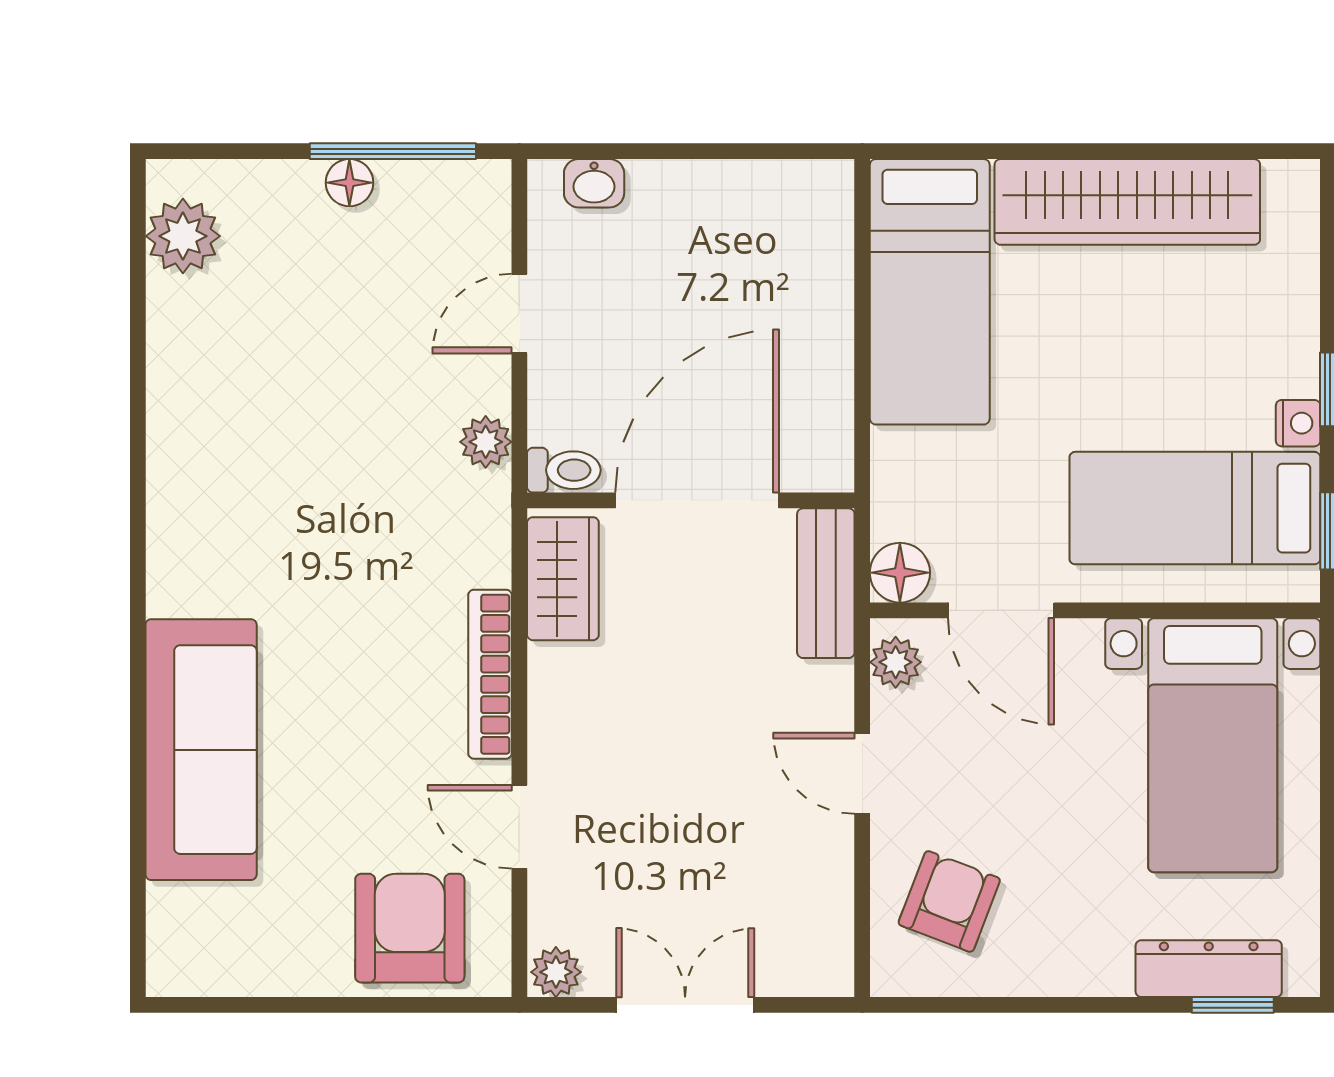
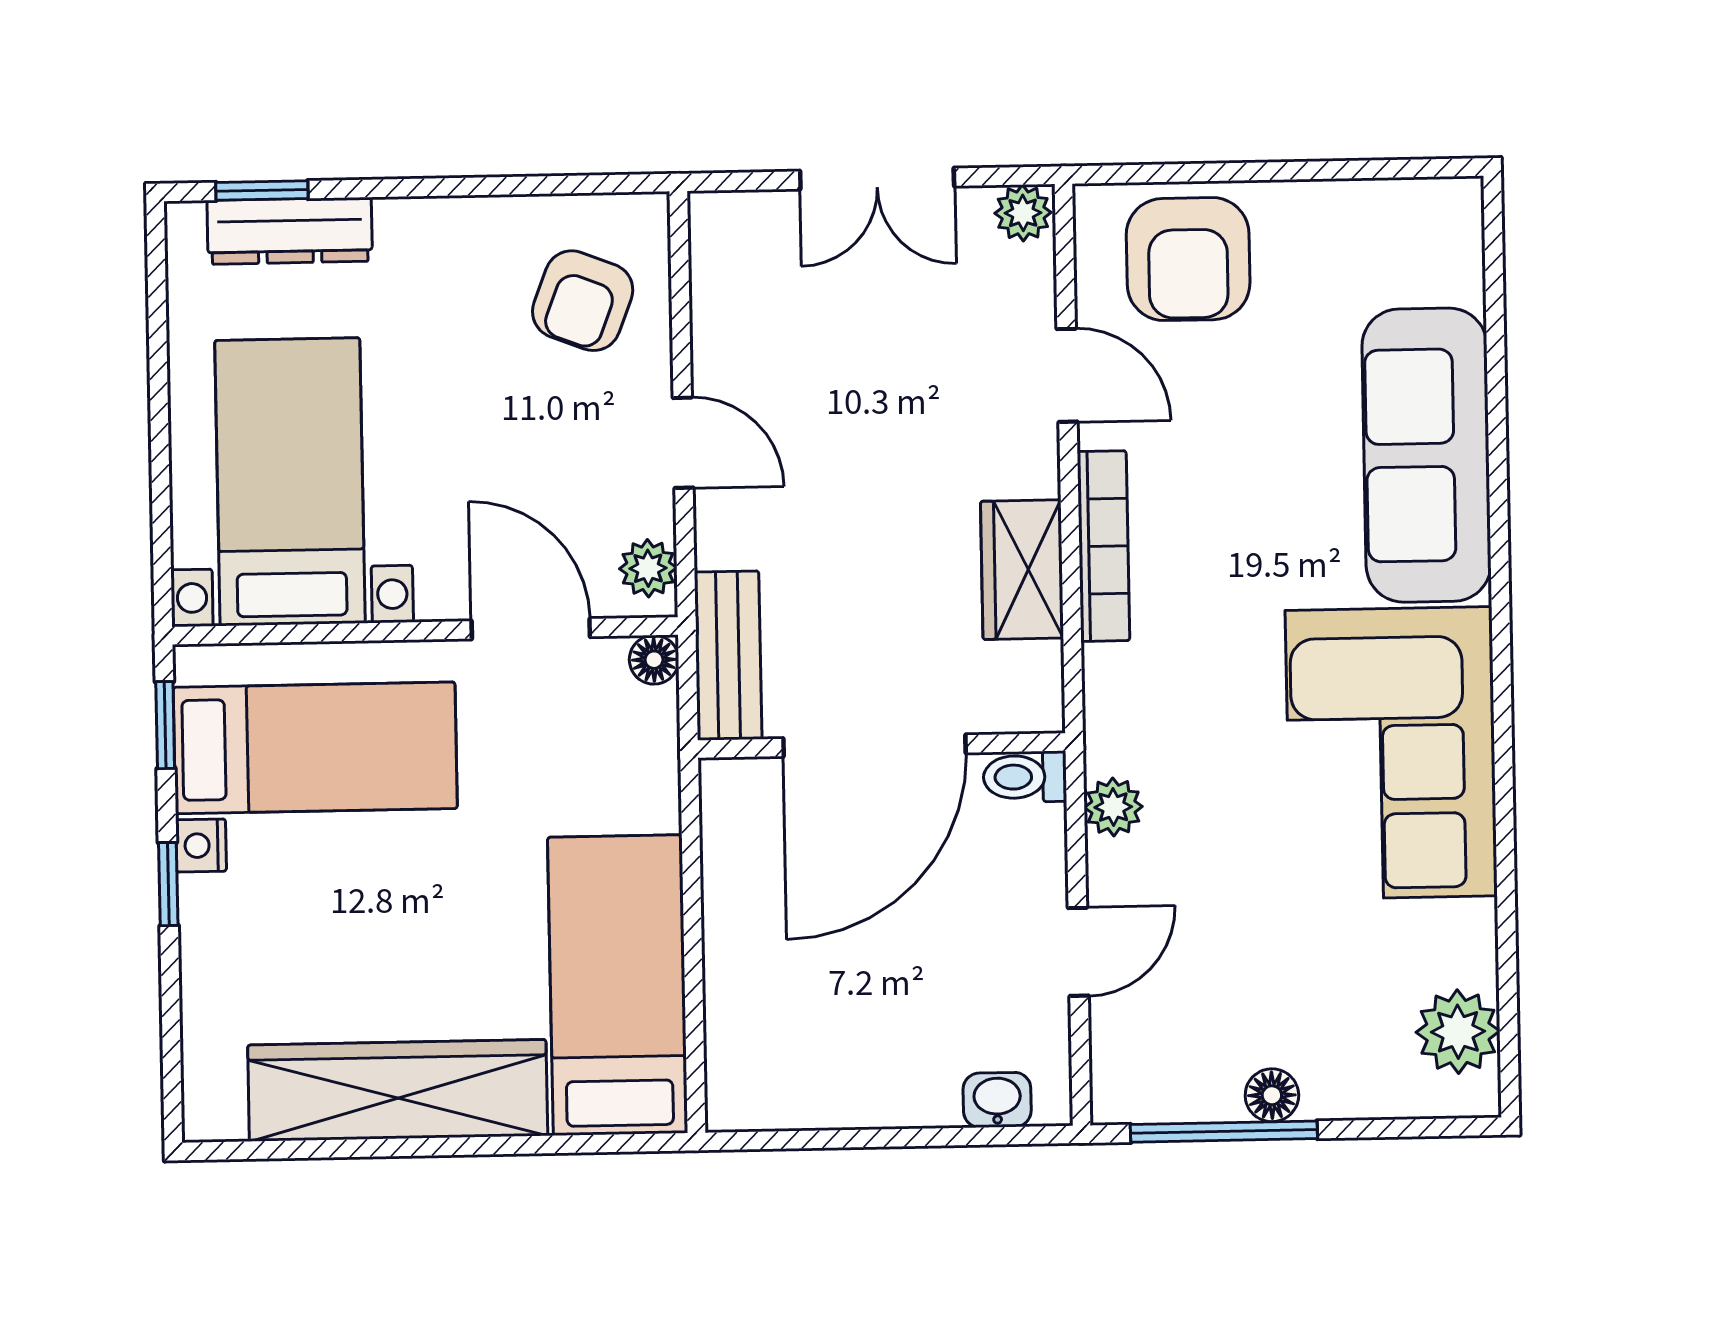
corner sofa: (237, 485) -> (1391, 753), added
floor lamp: (900, 573) -> (654, 660), width x0.73, depth x0.73
wardrobe: (563, 579) -> (1022, 570), moved

